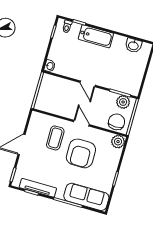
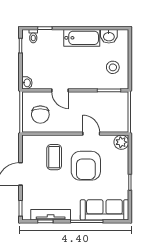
bathtub: (96, 36) -> (82, 38), moved
stool: (129, 74) -> (113, 67), added
door: (88, 84) -> (60, 90), moved
plant: (123, 102) -> (115, 99), removed
chair: (117, 122) -> (40, 115), moved, turned 180
door: (81, 123) -> (91, 134), moved

